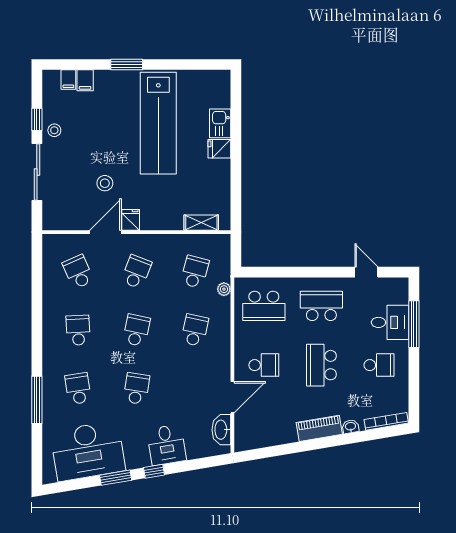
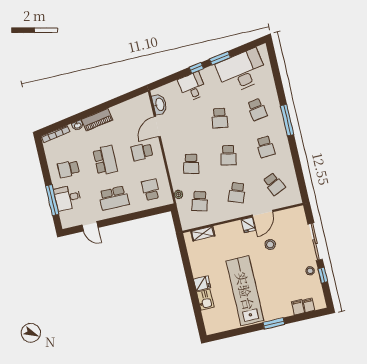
school desk: (264, 306) -> (151, 190), width x0.54
window: (37, 400) -> (287, 120), moved

